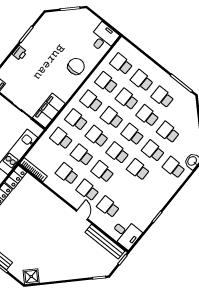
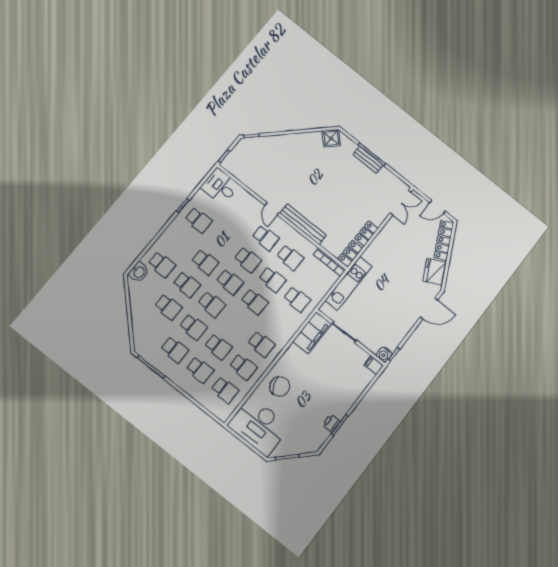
desk: (103, 38) -> (259, 426), width x1.87, depth x1.30
printer: (20, 53) -> (331, 423), moved
chair: (76, 66) -> (280, 386), turned -109
school desk: (112, 118) -> (236, 324), removed
school desk: (76, 120) -> (279, 322), removed
school desk: (108, 207) -> (198, 220), moved
bench: (105, 242) -> (303, 224), moved

